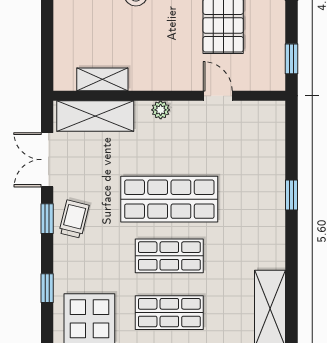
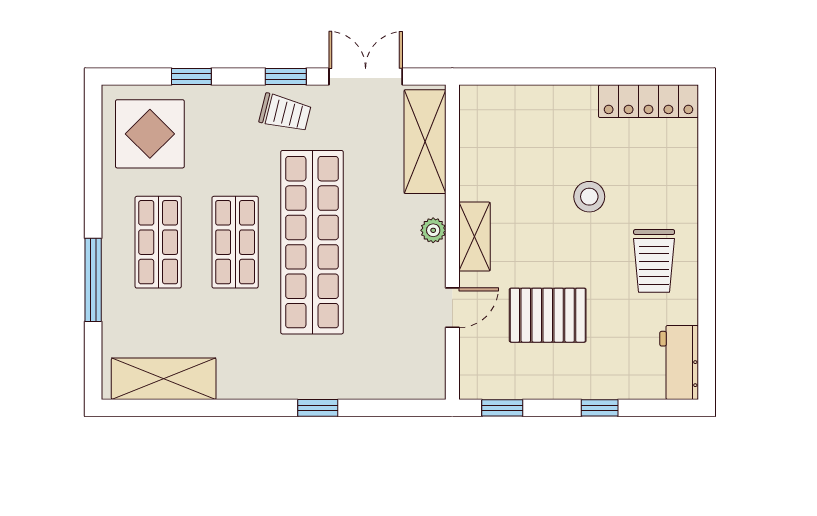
shelving: (102, 79) -> (474, 237), moved
shop shelf: (169, 199) -> (312, 242), width x1.40

